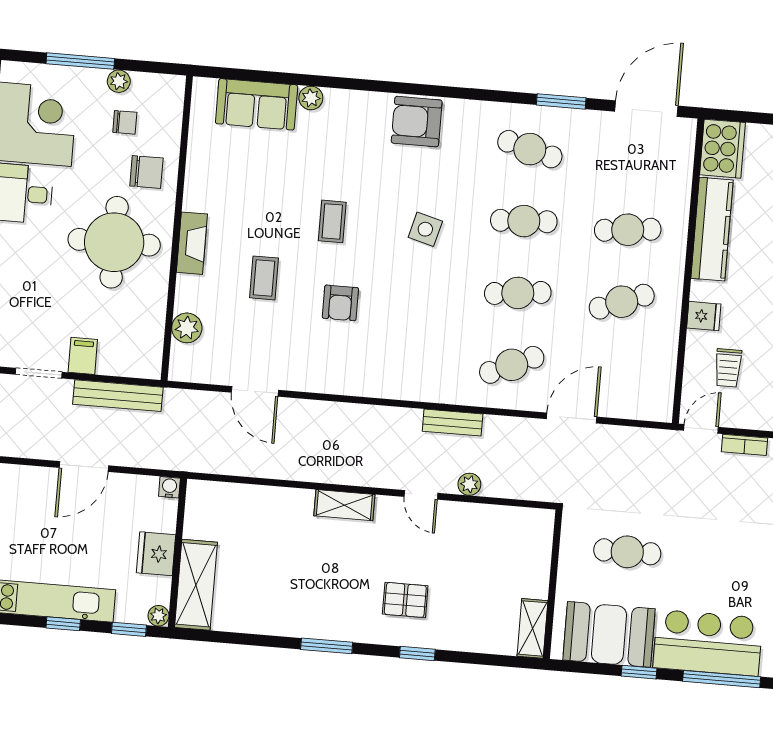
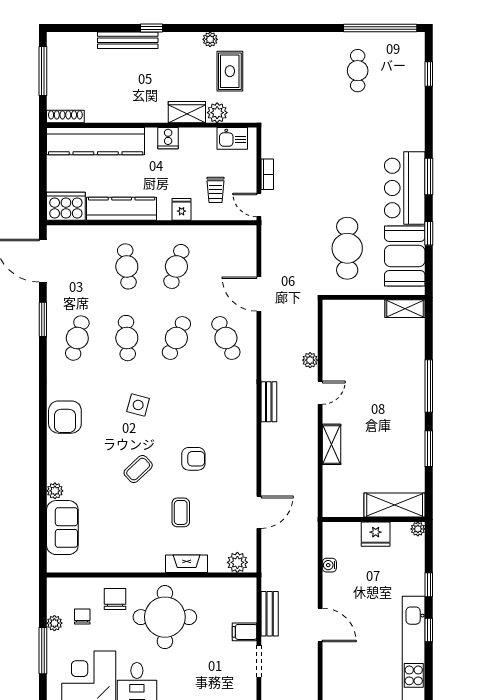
coffee table: (332, 221) -> (138, 469), turned -43
fireplace: (192, 243) -> (187, 564), moved
coffee table: (264, 278) -> (181, 512), turned 90
cafe table: (518, 293) -> (176, 338), turned 30
cafe table: (622, 302) -> (176, 266), turned 39
plant: (187, 328) -> (237, 562), moved
trolley: (728, 368) -> (216, 190), turned 90
bench: (118, 396) -> (270, 614), width x0.73
bench: (453, 423) -> (269, 402), moved
cafe table: (627, 552) -> (347, 248), width x1.37, depth x1.35
wall: (177, 553) -> (374, 519), moved
fridge: (156, 554) -> (376, 534), moved
shelving: (196, 585) -> (395, 505), moved
pallet: (405, 600) -> (393, 397), removed
plant: (158, 616) -> (418, 529), moved
window: (417, 653) -> (429, 386), width x2.17
window: (722, 679) -> (429, 176), width x0.69

